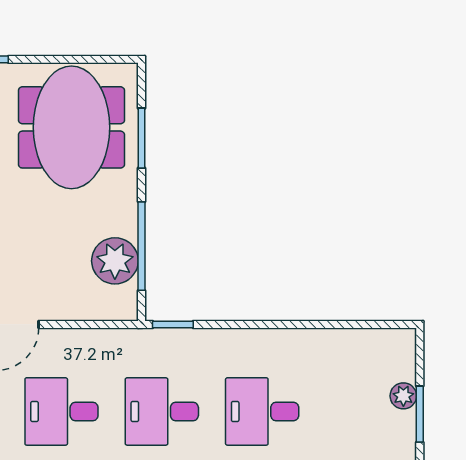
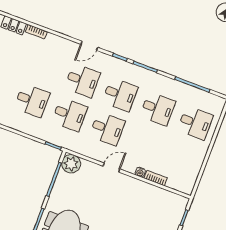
plant: (115, 261) -> (71, 164), moved

